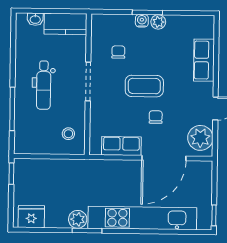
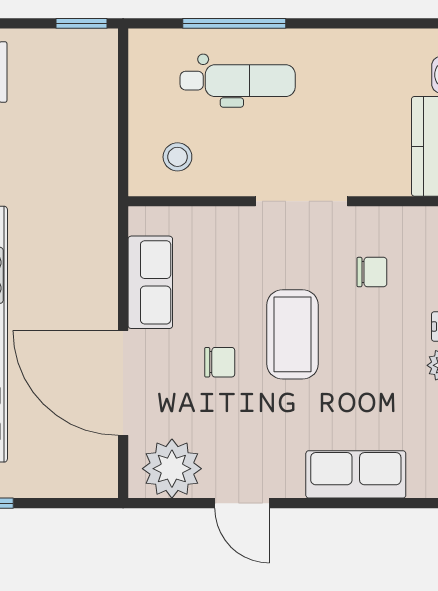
dental chair: (44, 85) -> (238, 81), moved, turned 180

